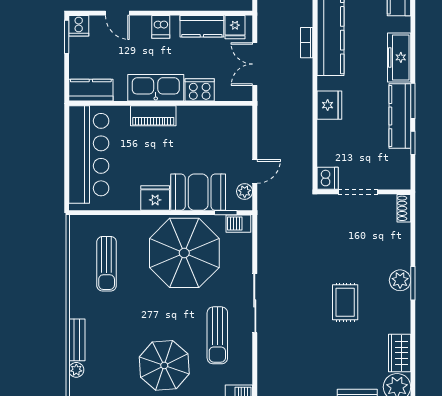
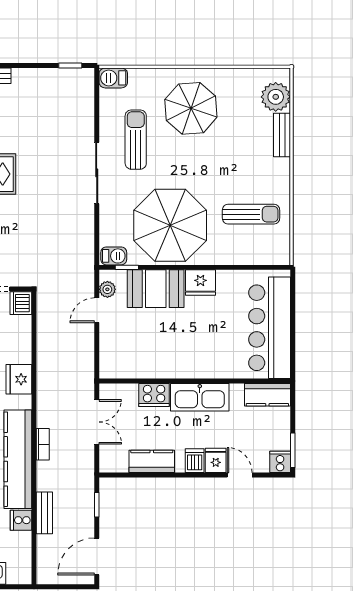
fridge: (235, 27) -> (216, 460), moved
piano: (153, 116) -> (202, 368), removed
sun lounger: (107, 264) -> (251, 214), turned 90
plant: (76, 370) -> (276, 97), width x1.88, depth x1.88

